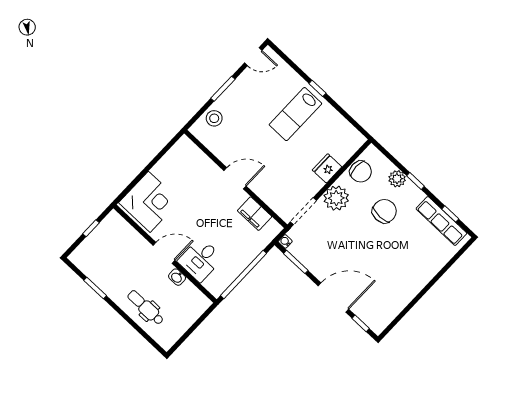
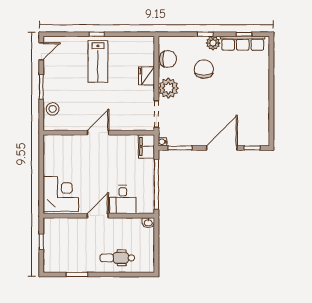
plant: (397, 179) -> (213, 43), moved
filing cabinet: (255, 214) -> (146, 146), moved, turned 90
washbasin: (177, 277) -> (148, 223), moved

